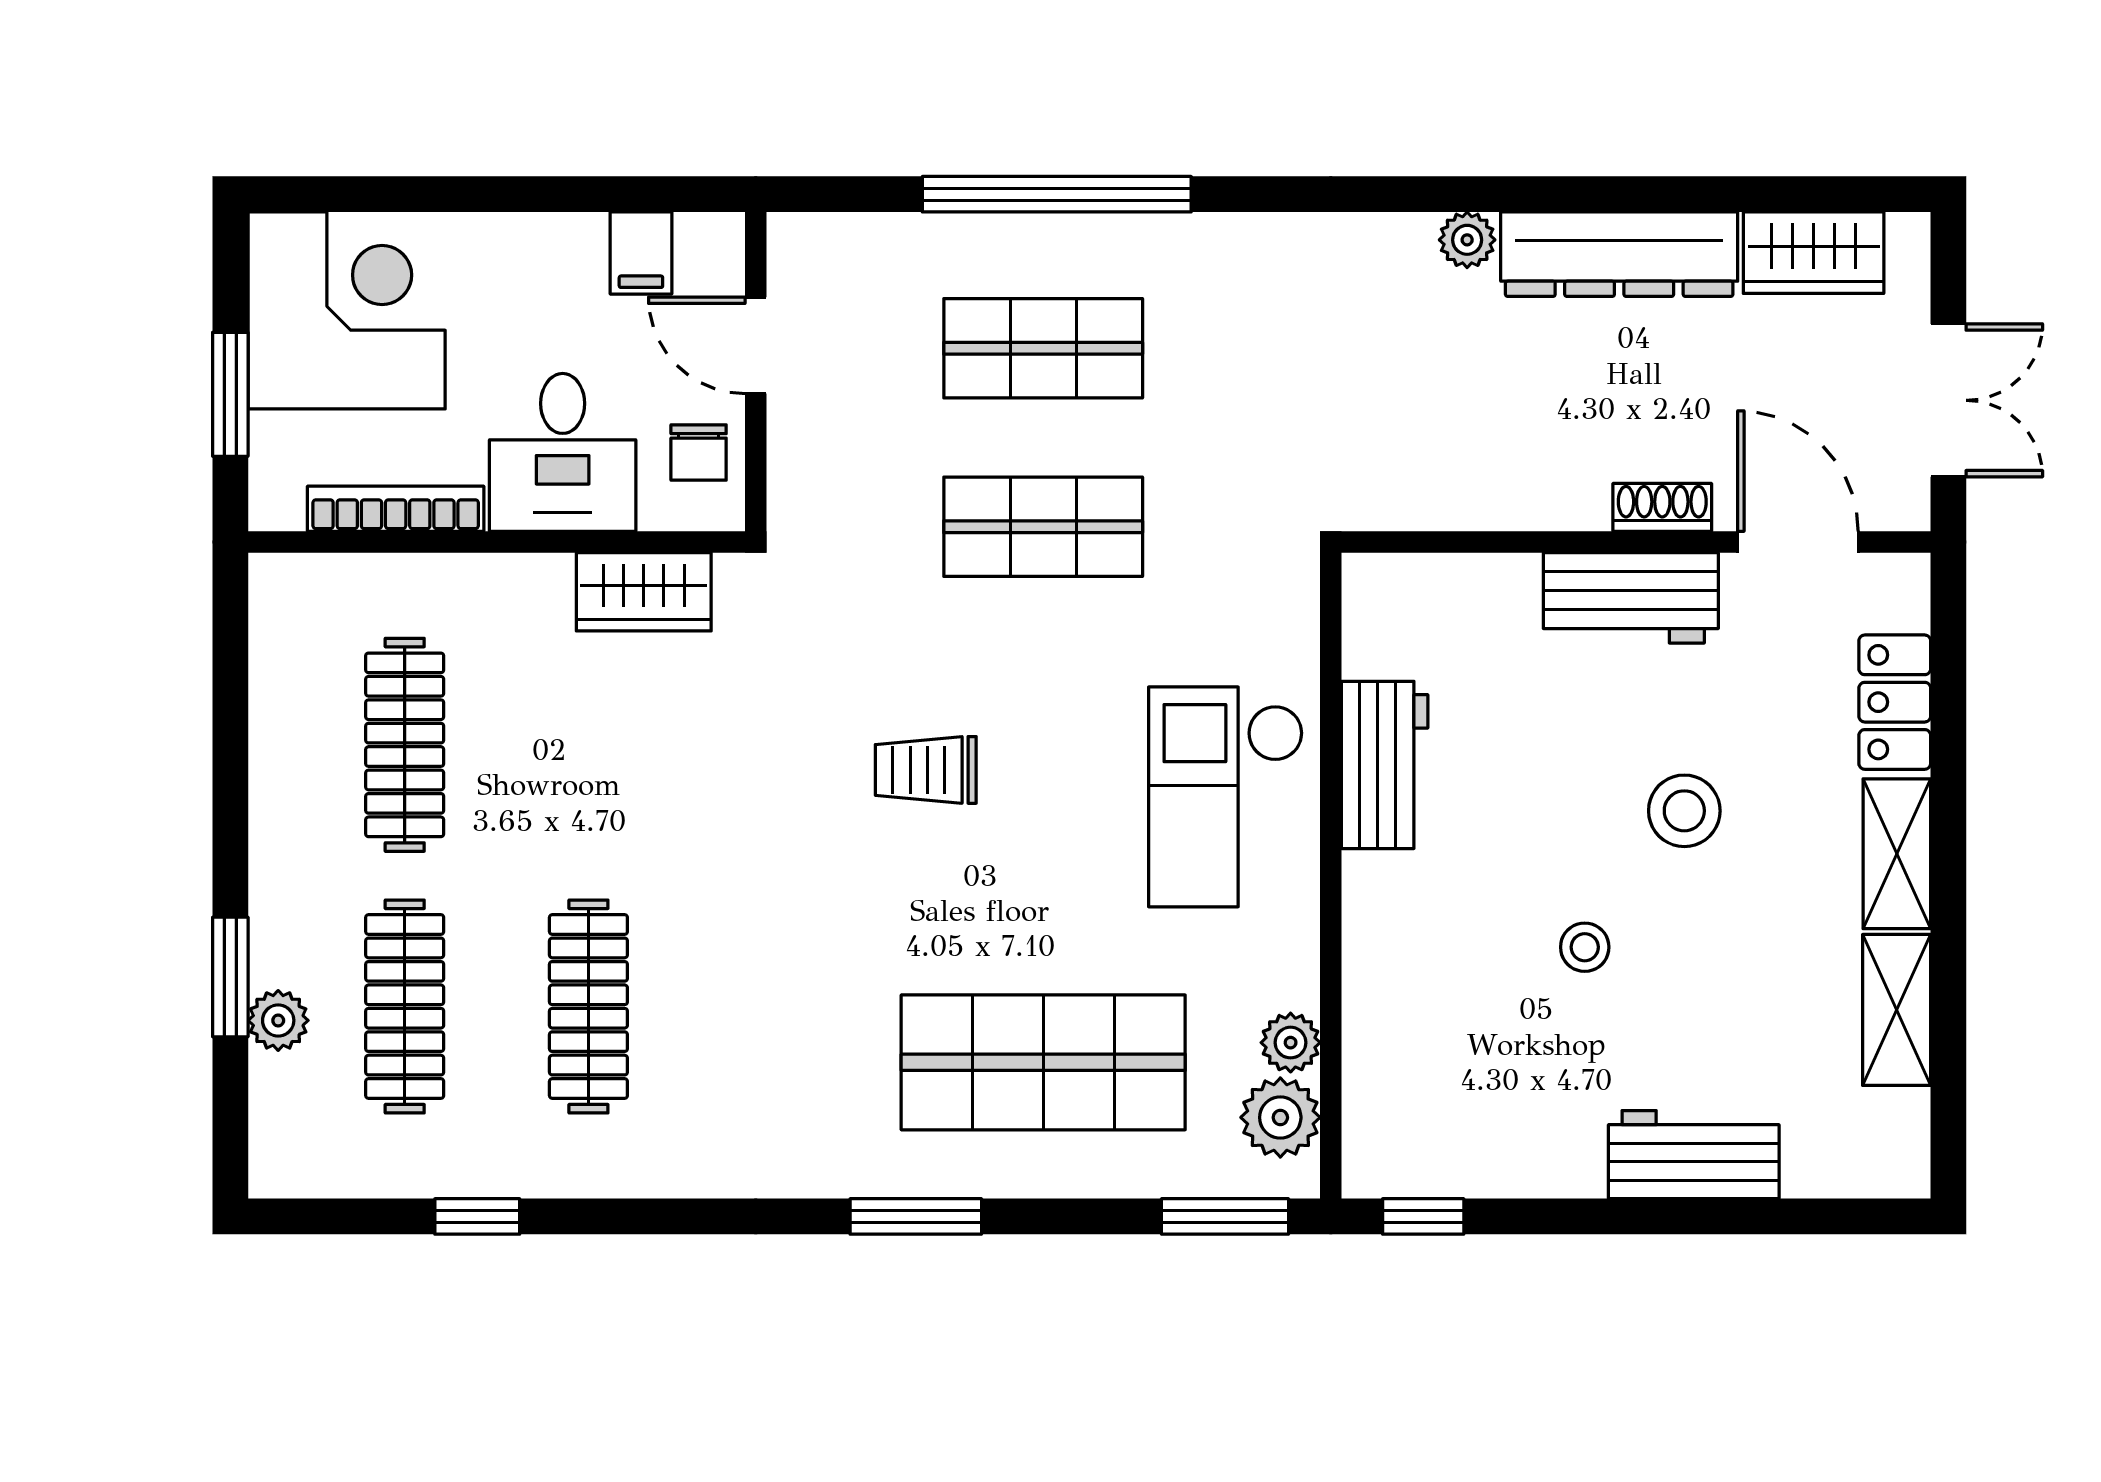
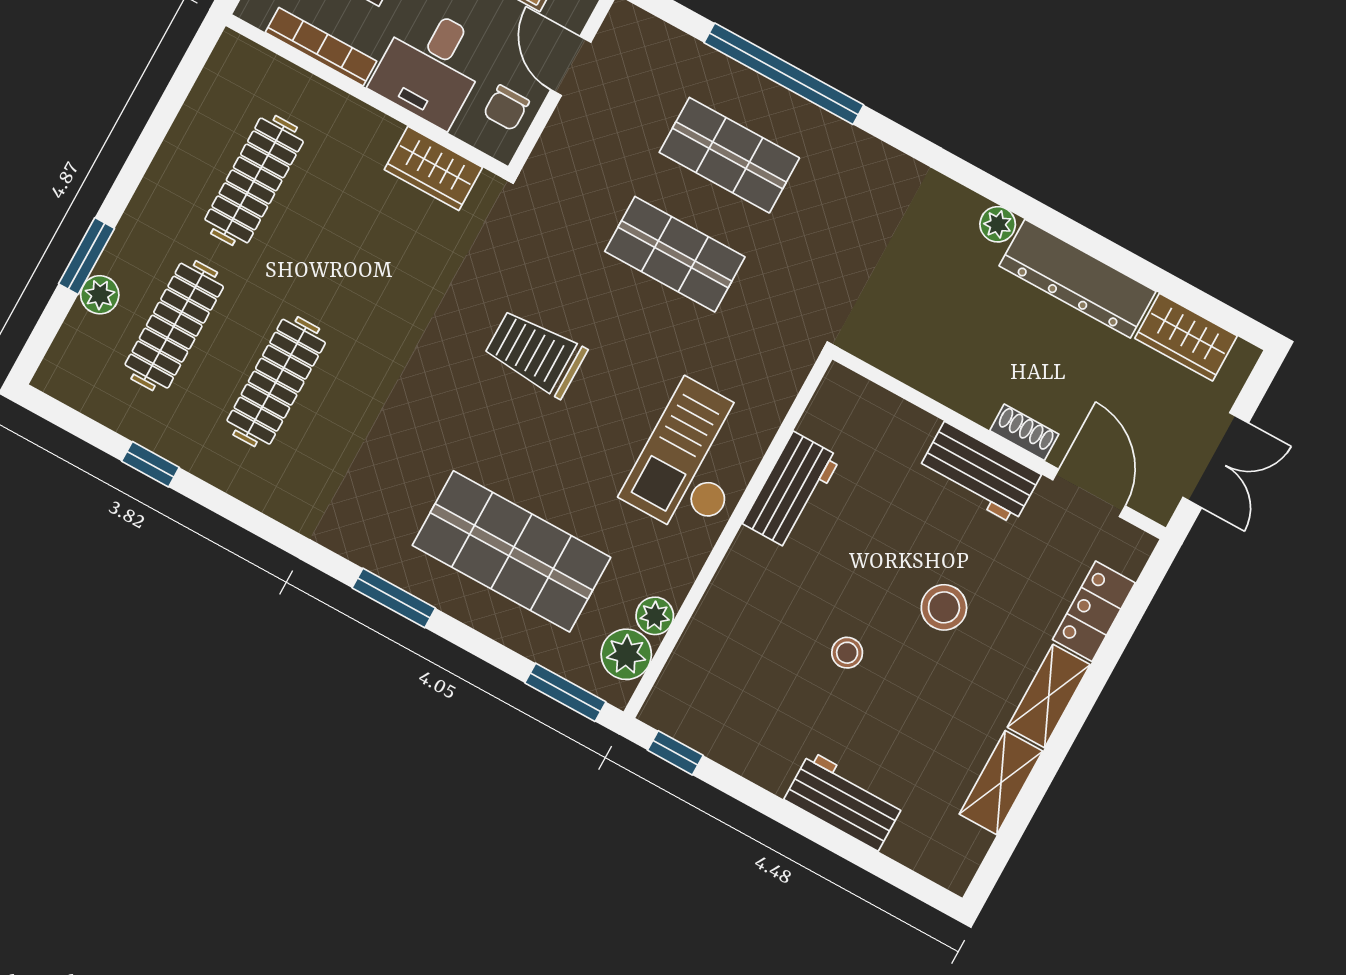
trolley: (926, 770) -> (536, 353), width x1.36, depth x1.39

